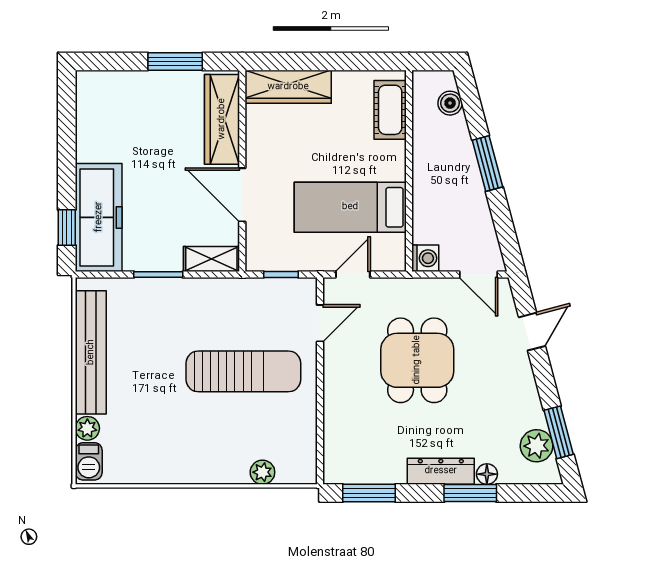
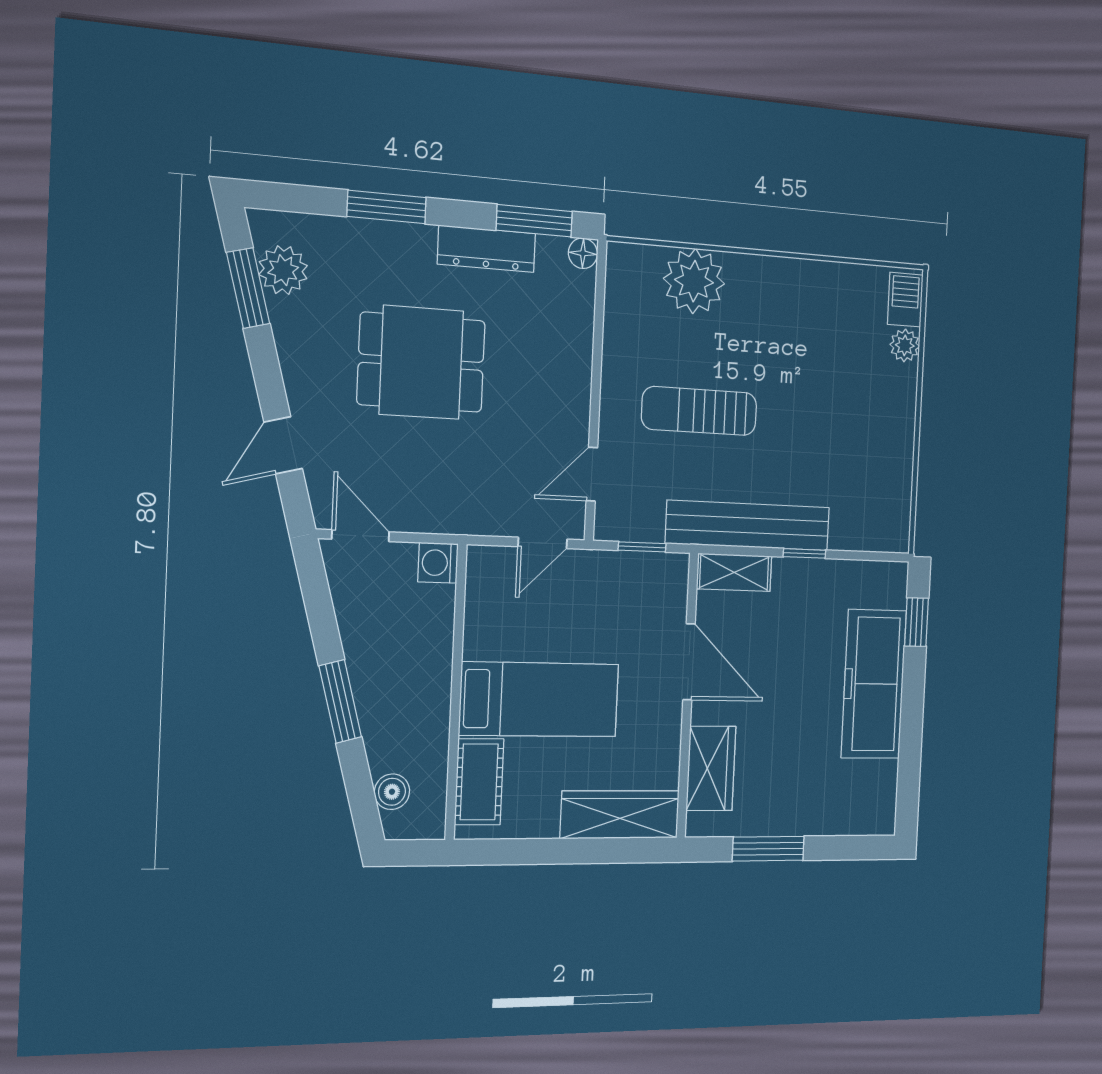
wardrobe: (222, 119) -> (711, 768), width x0.67
bed: (350, 207) -> (539, 699), moved
freezer: (99, 217) -> (874, 684), moved
window: (158, 274) -> (804, 553), width x0.67
bench: (91, 352) -> (748, 525), moved, turned 90
dining table: (417, 360) -> (421, 362), moved, turned 90
sun lounger: (243, 371) -> (699, 411), width x0.73, depth x0.75
dresser: (441, 471) -> (487, 249), moved
plant: (262, 472) -> (694, 281), width x1.88, depth x1.88
floor lamp: (487, 474) -> (583, 253), moved

